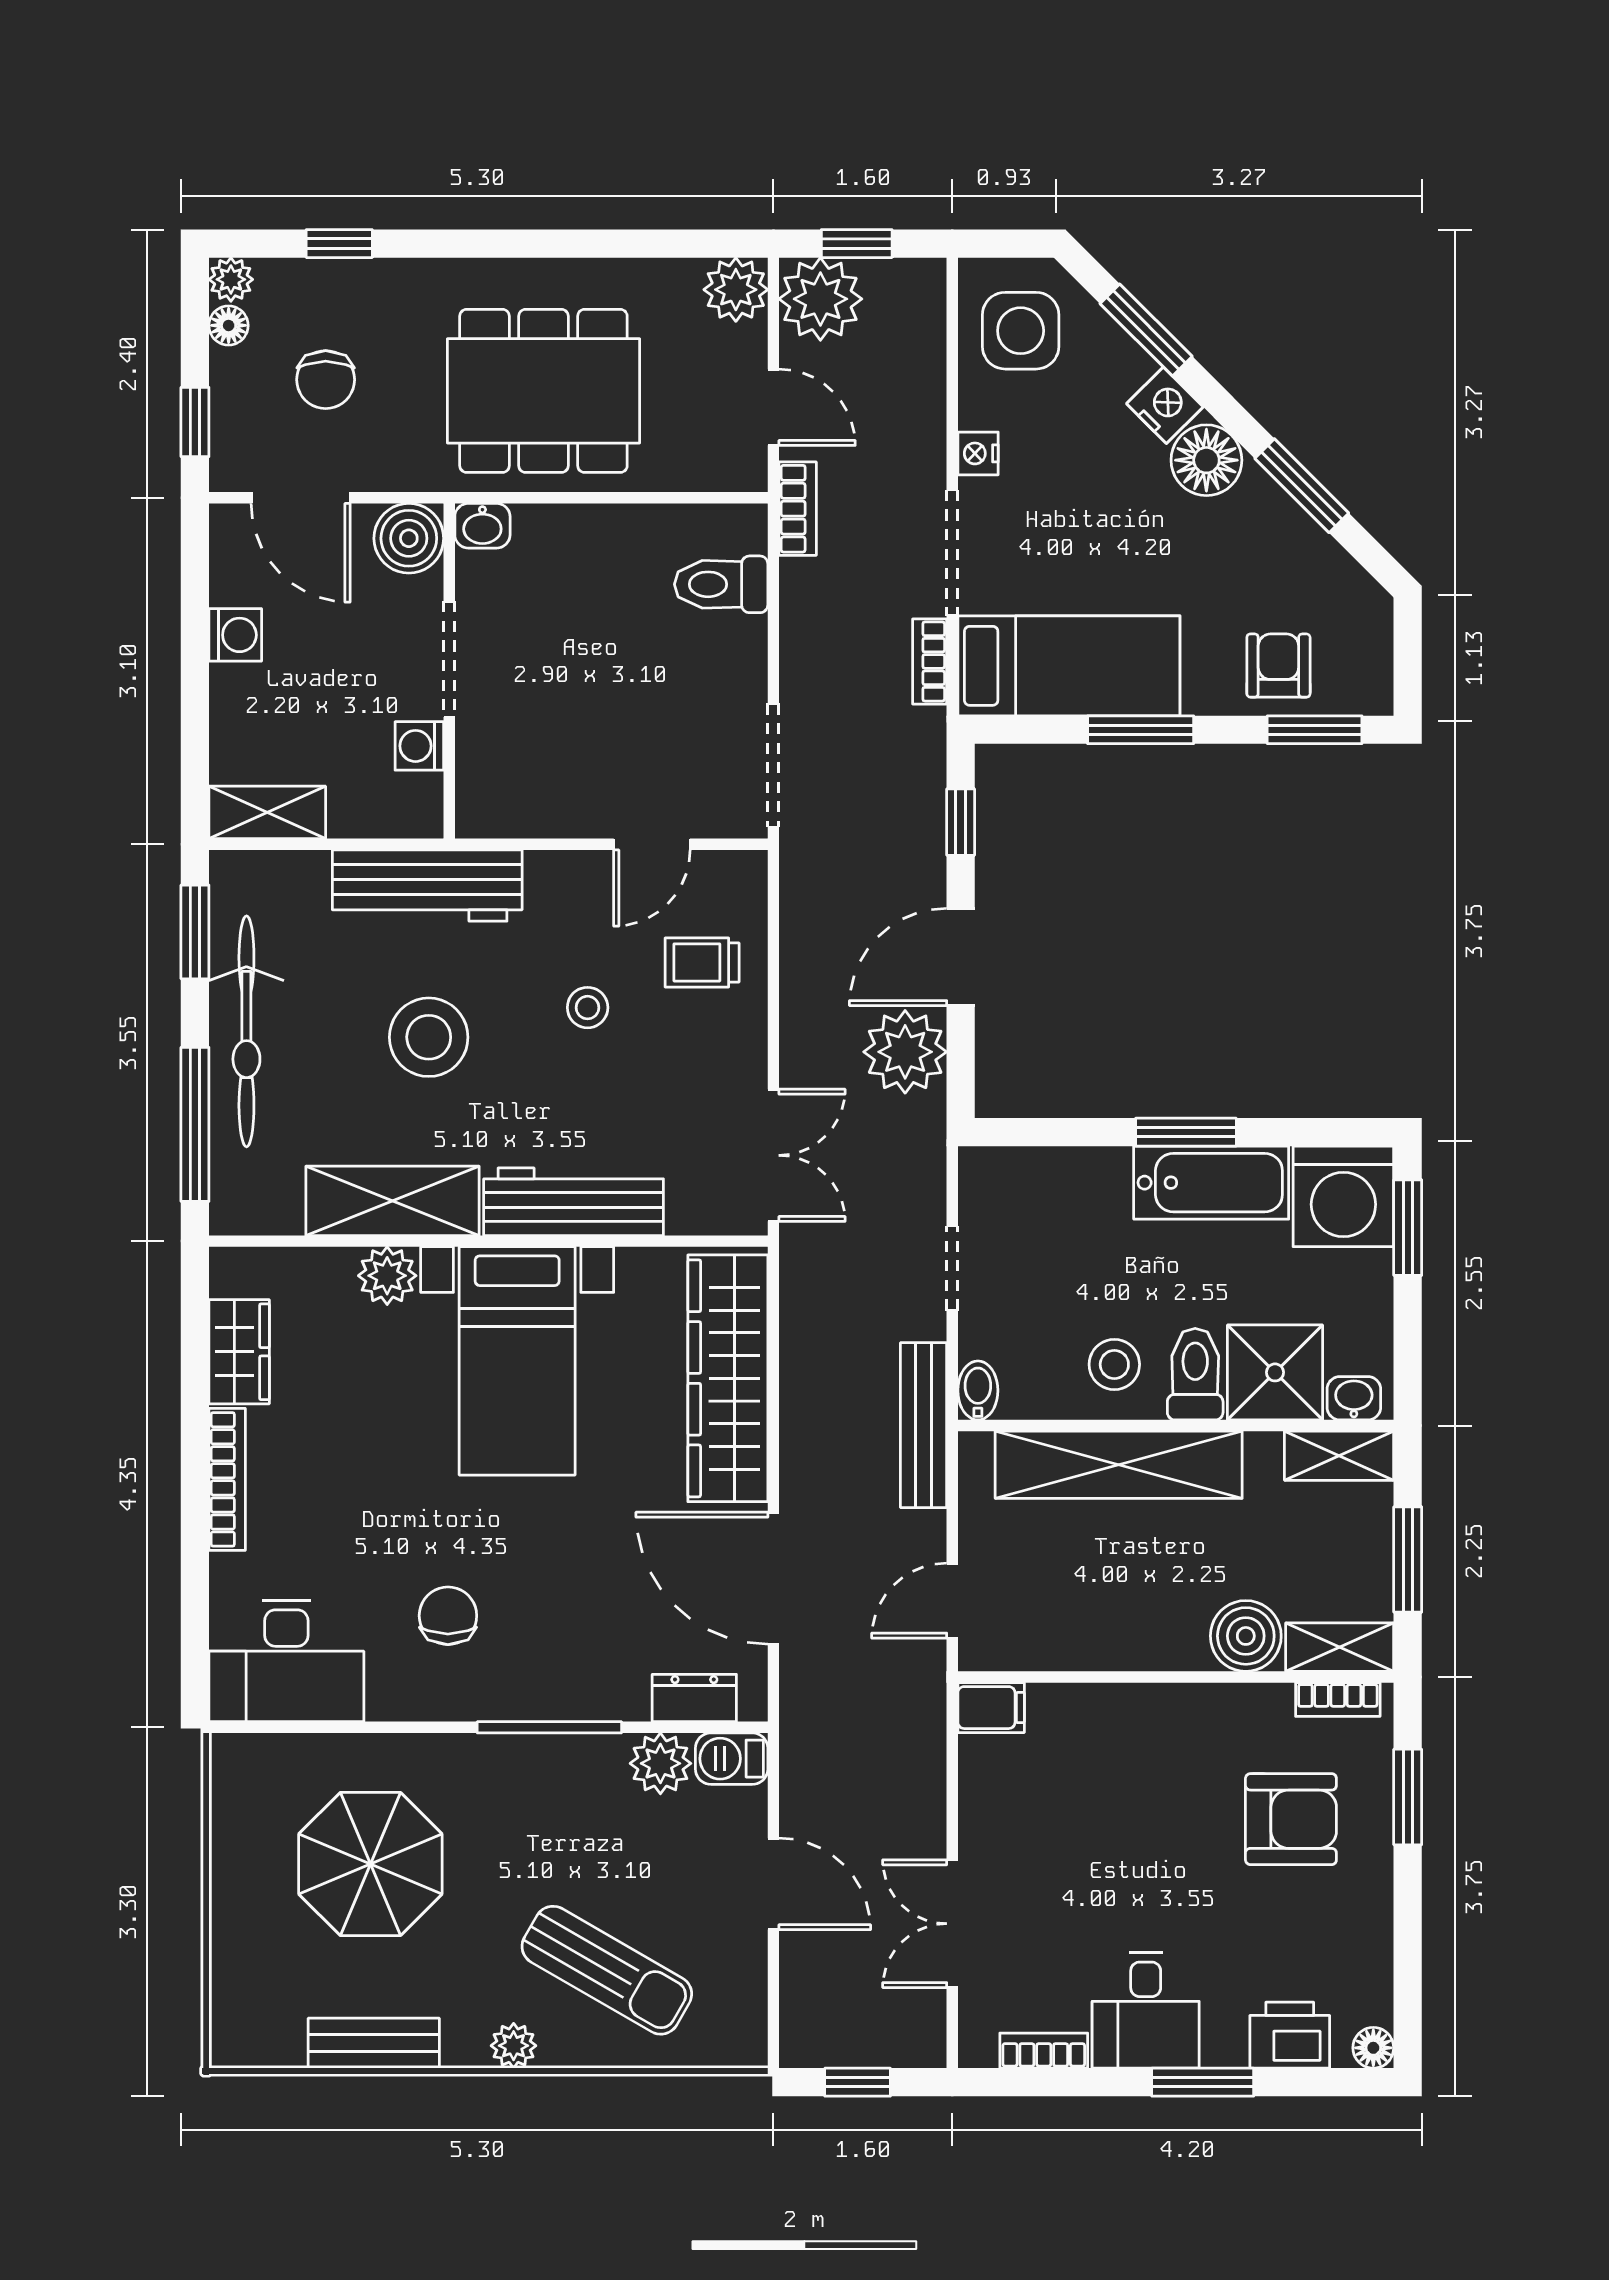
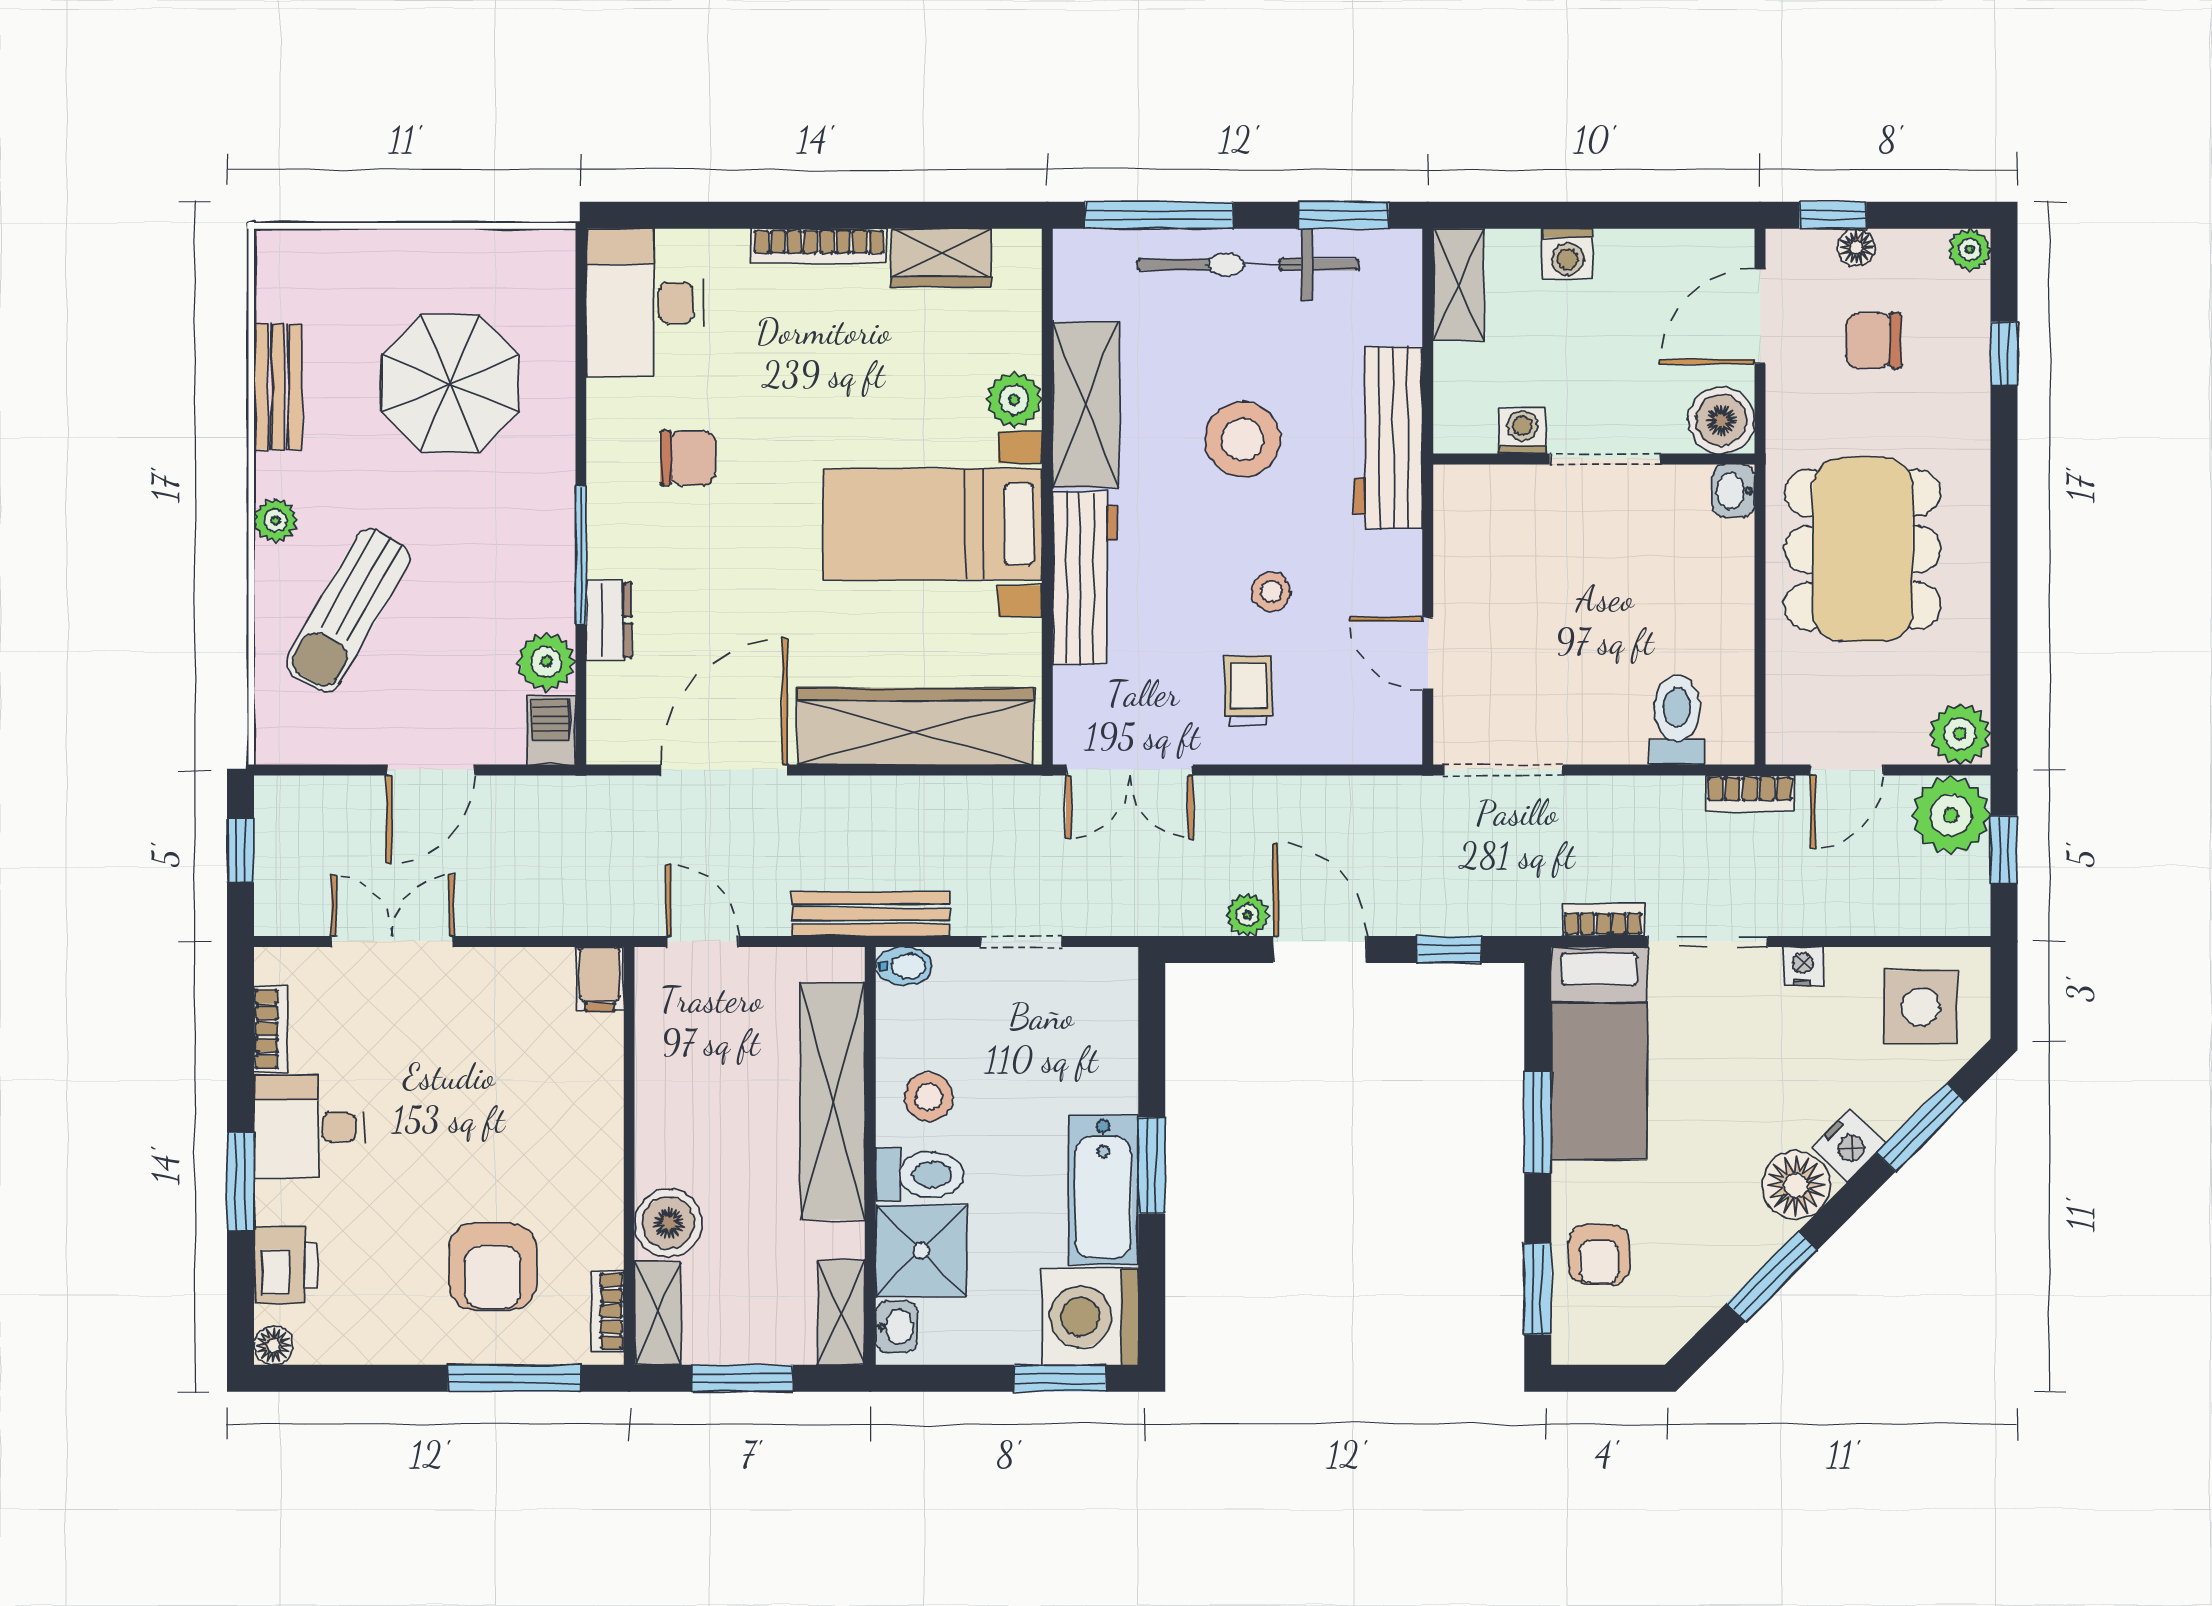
floor lamp: (229, 325) -> (1856, 247), moved
washing machine: (235, 635) -> (1568, 254), moved
armchair: (1278, 666) -> (1599, 1254), turned 90
trolley: (702, 962) -> (1248, 691), moved
plant: (905, 1052) -> (1247, 915), width x0.53, depth x0.53
dresser: (694, 1698) -> (609, 620), moved
window: (1408, 1797) -> (514, 1378), width x1.44

